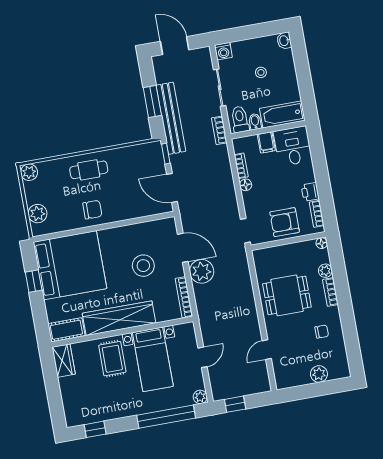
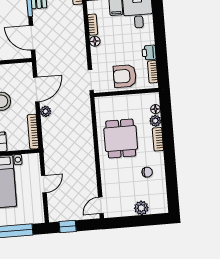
floor lamp: (322, 243) -> (155, 109), moved
door: (183, 248) -> (36, 89), hinge flipped
plant: (202, 271) -> (46, 111), width x0.53, depth x0.53
dining table: (287, 295) -> (121, 139), turned 90
door: (267, 350) -> (101, 205), moved
plant: (200, 397) -> (39, 217), removed

